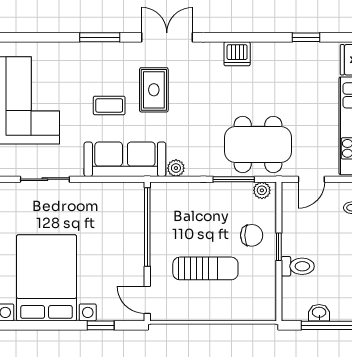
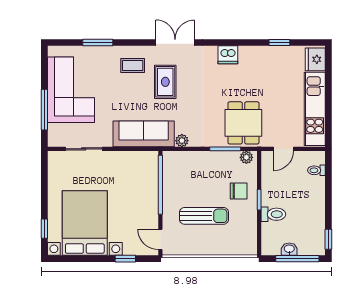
window: (100, 37) -> (98, 42), moved
coffee table: (109, 105) -> (133, 65), moved
dining table: (258, 145) -> (243, 123), width x0.73

